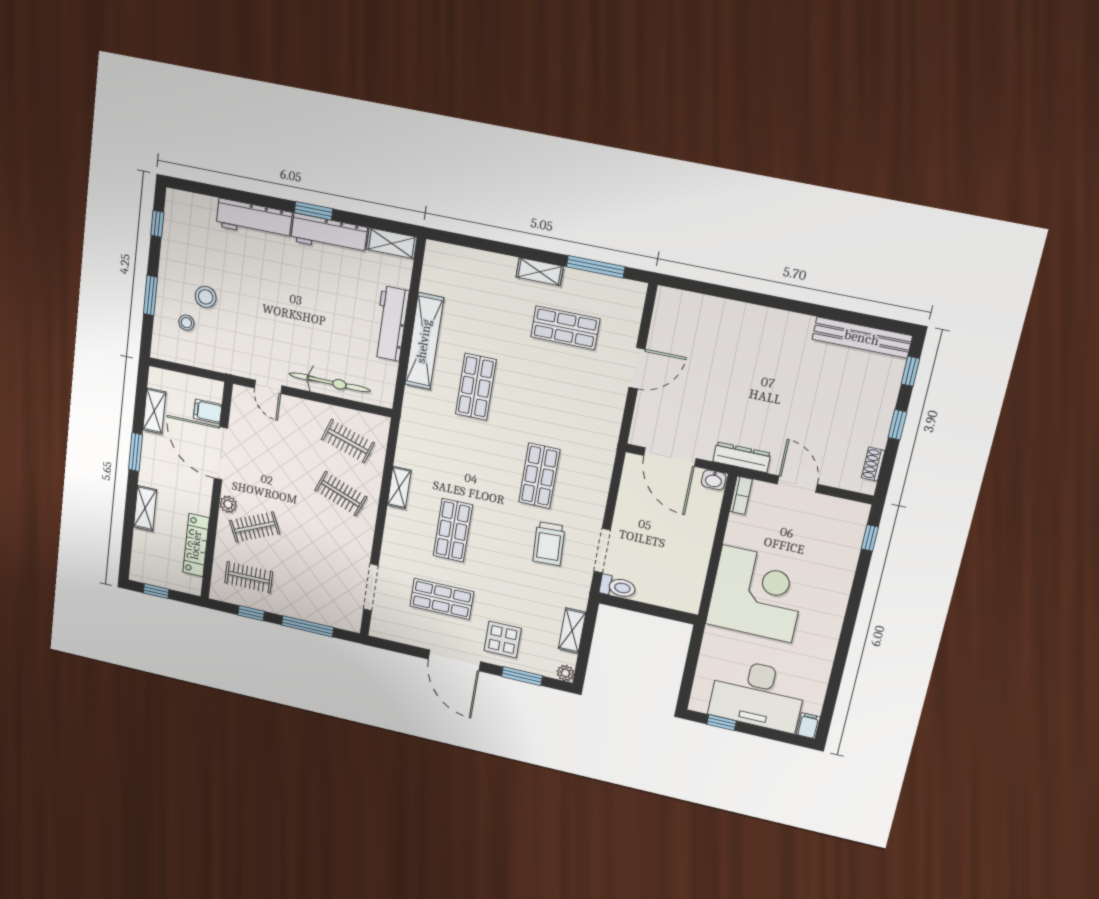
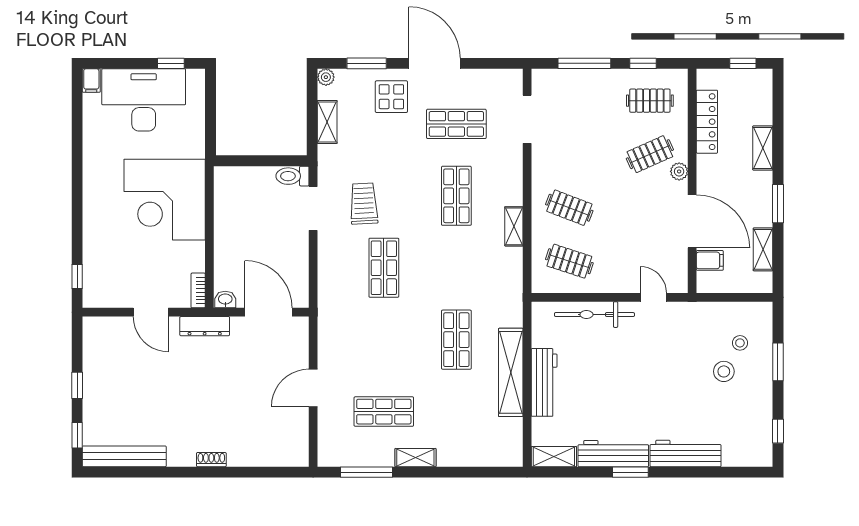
shoe rack: (873, 464) -> (211, 460), moved, turned -90

